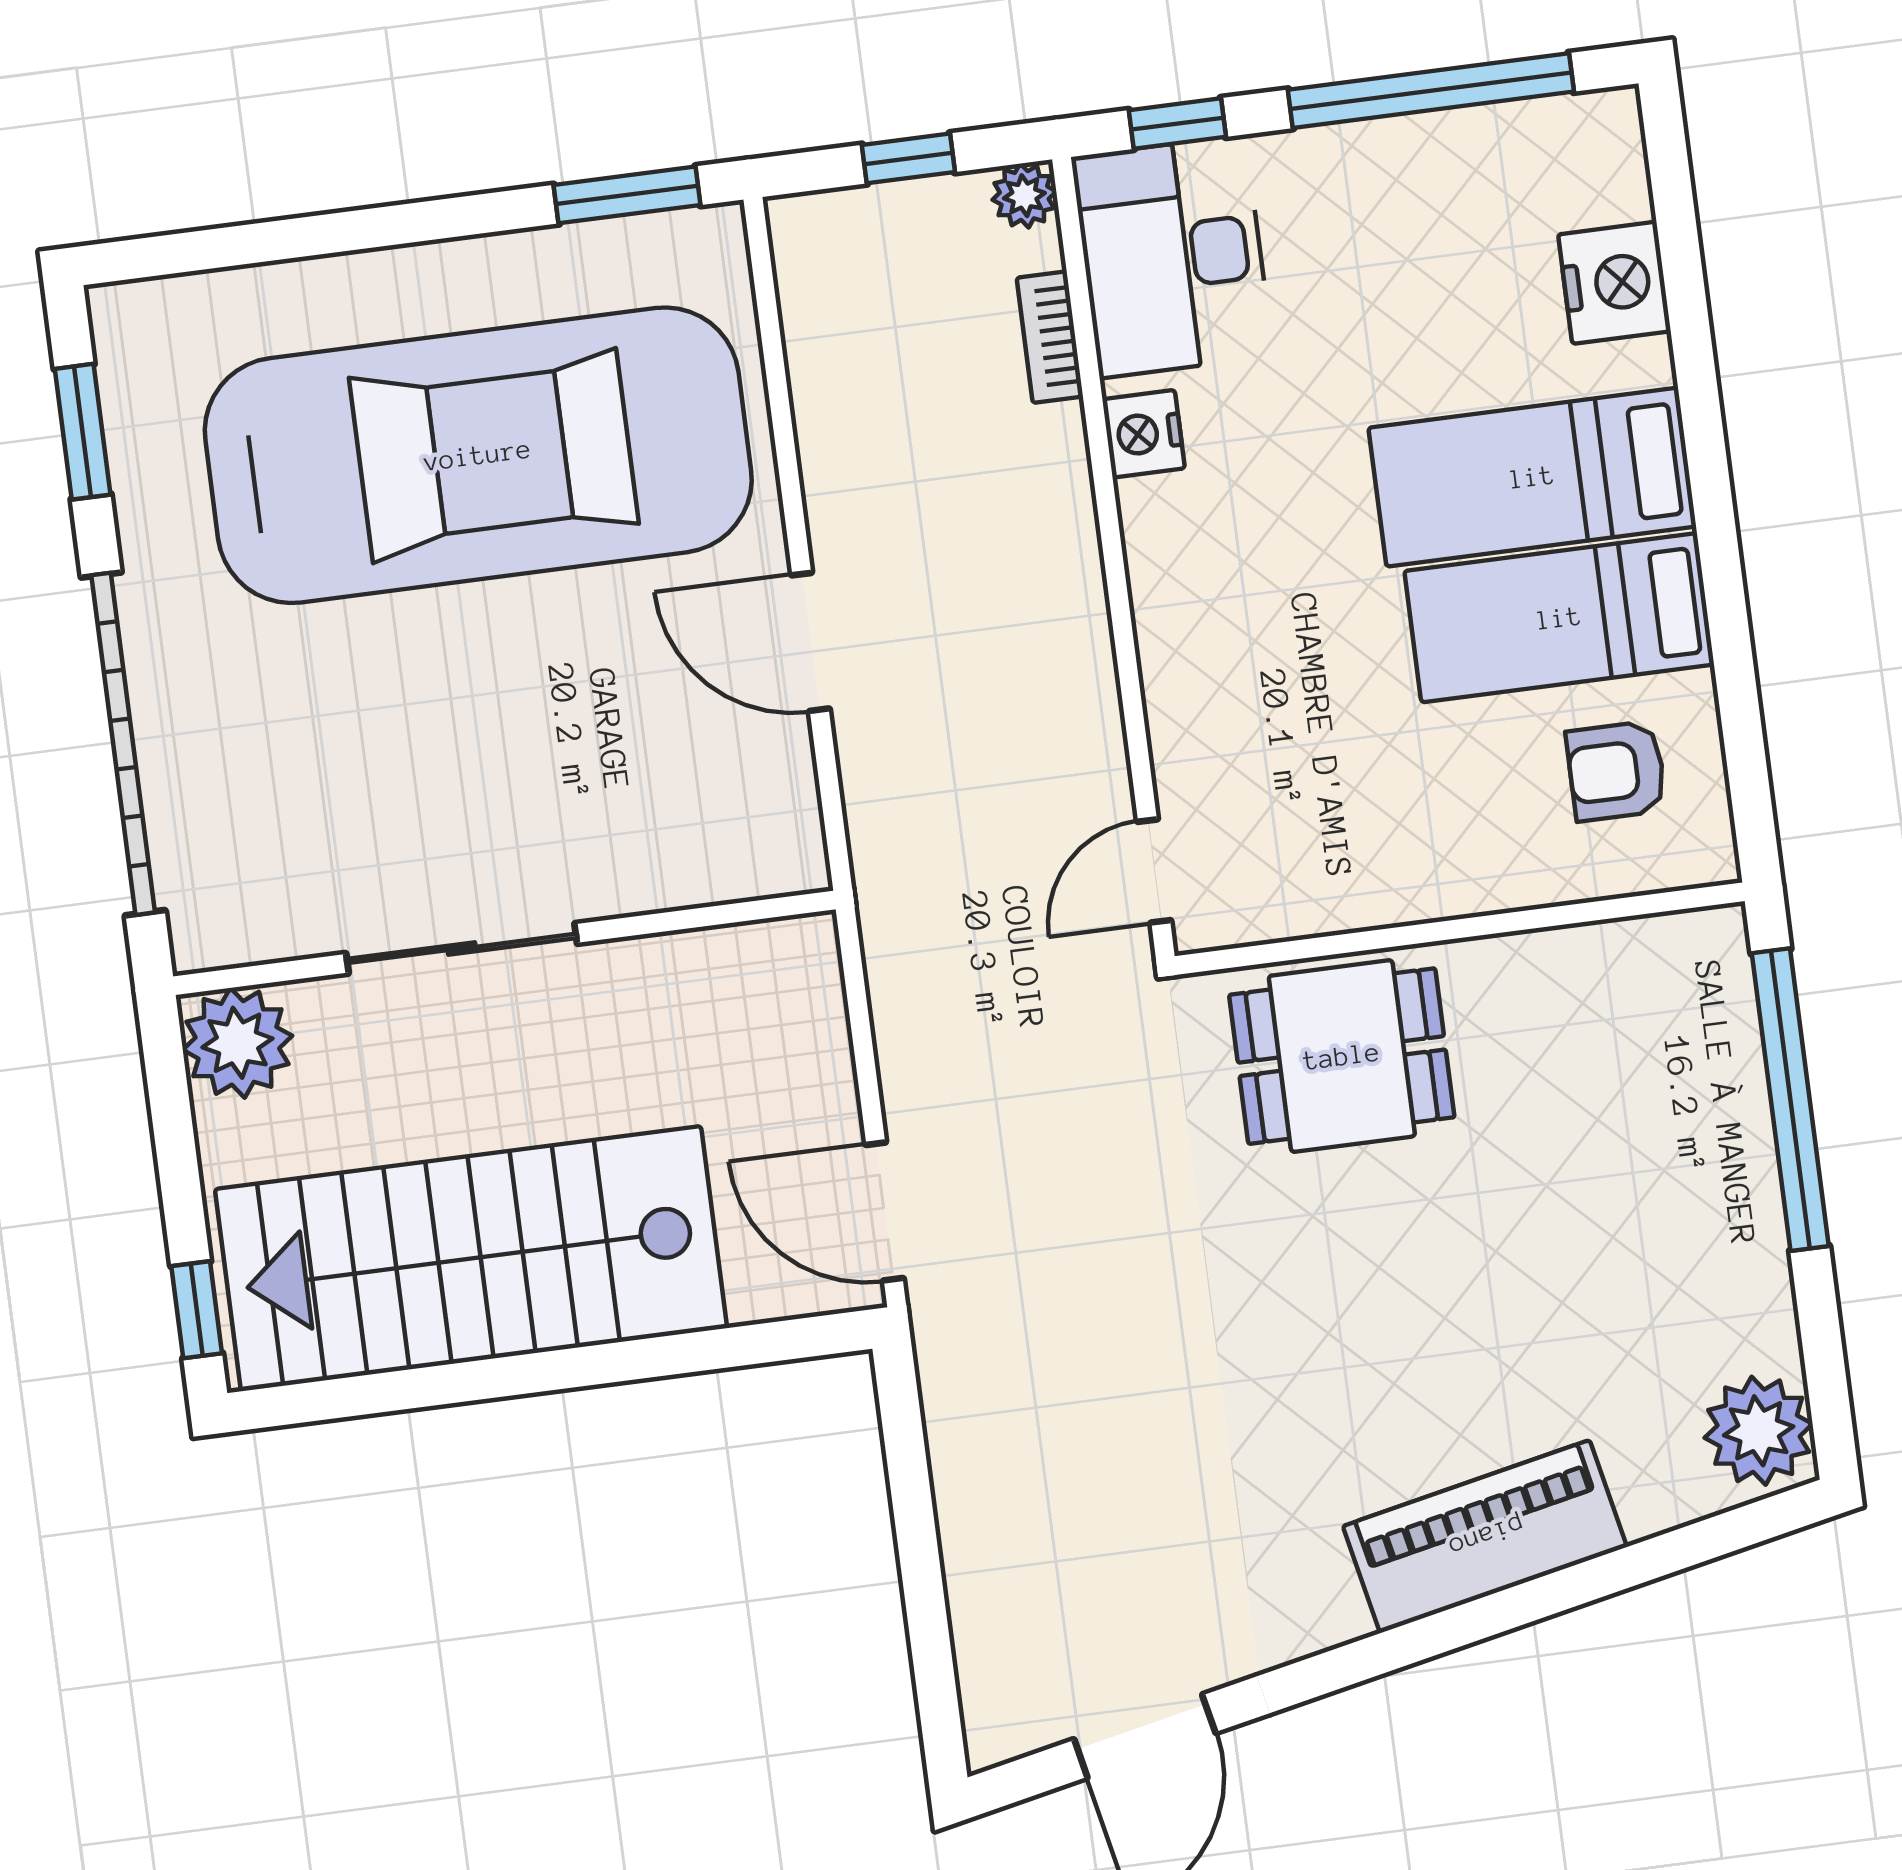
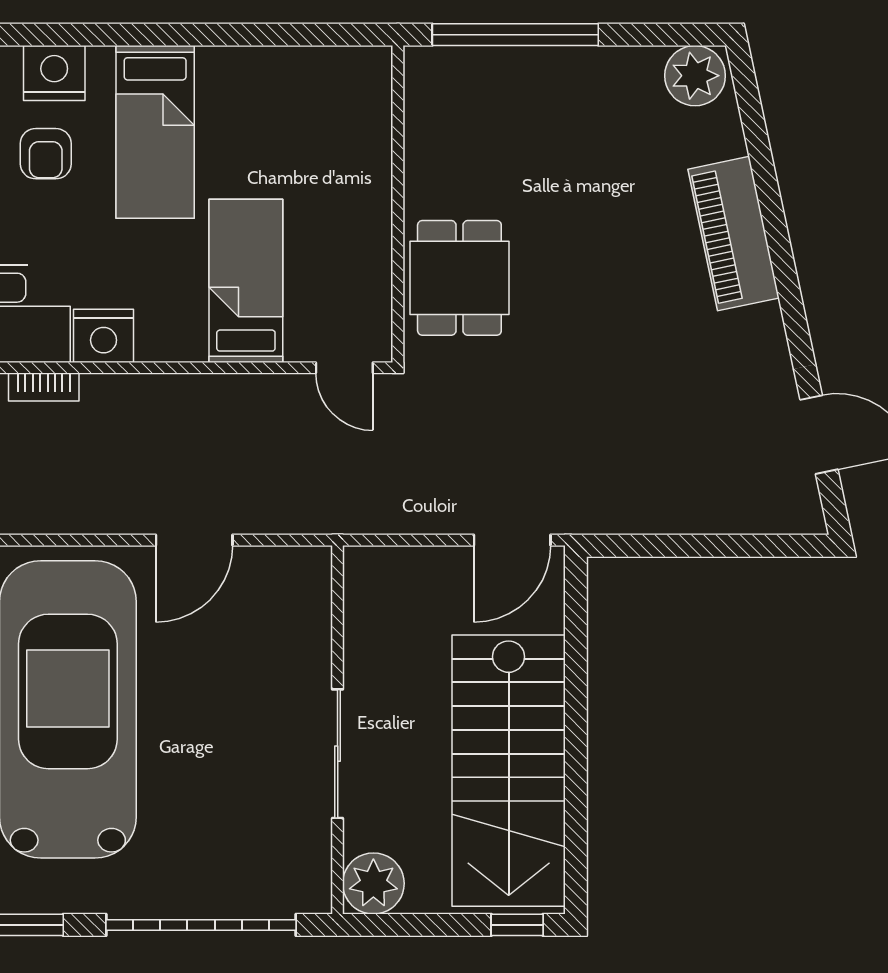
nightstand: (1144, 434) -> (104, 336), width x1.36, depth x1.33
bed: (1559, 618) -> (246, 281), moved, turned 180
armchair: (1616, 771) -> (46, 154), moved

